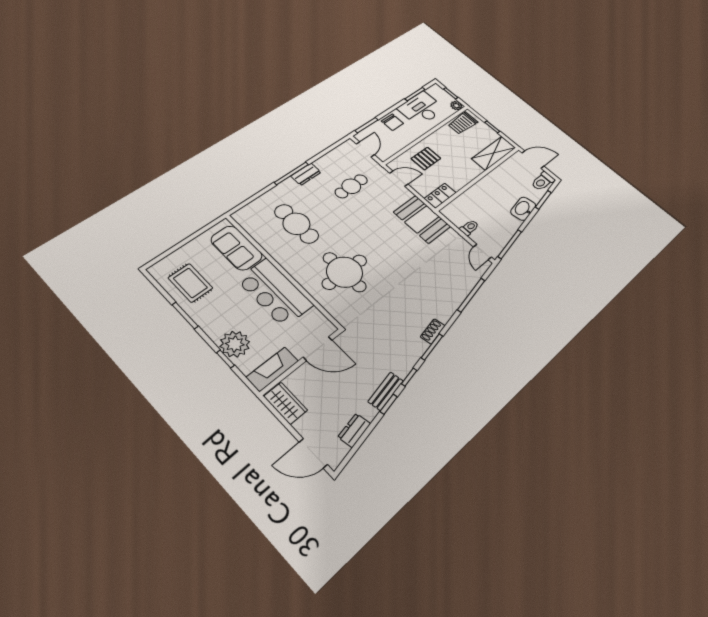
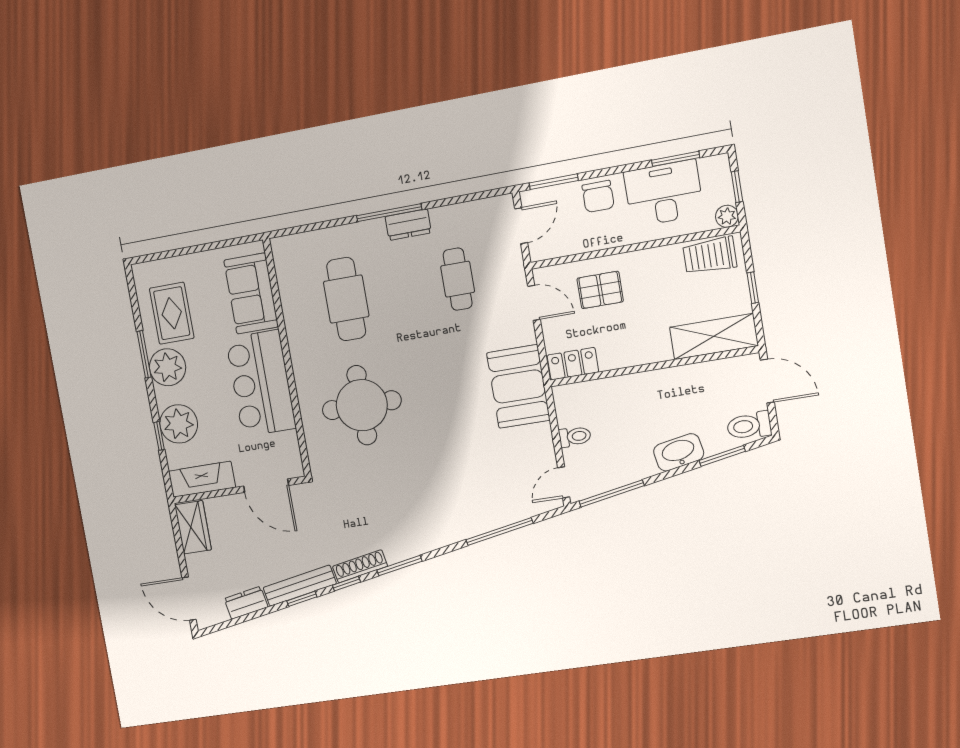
cafe table: (351, 186) -> (458, 279), turned 90
plant: (206, 315) -> (168, 367), added
shoe rack: (433, 331) -> (360, 566), moved, width x1.43
bench: (386, 391) -> (300, 586), width x1.36

